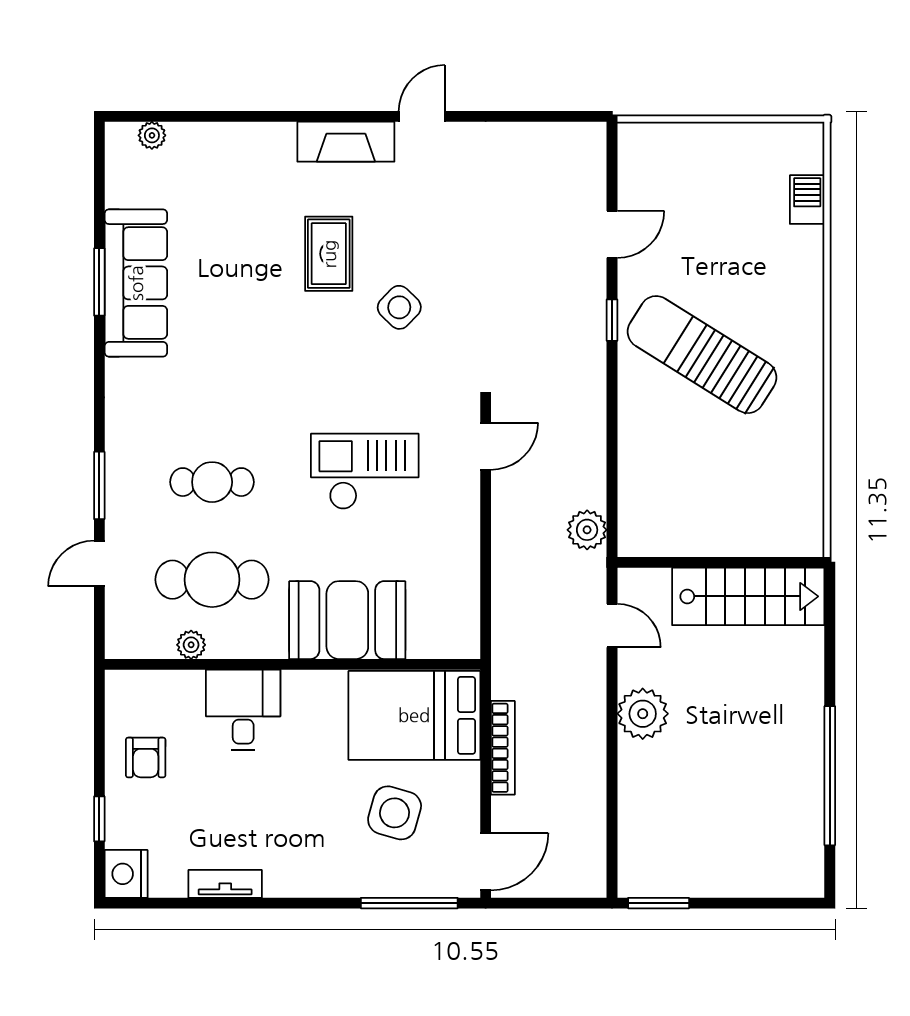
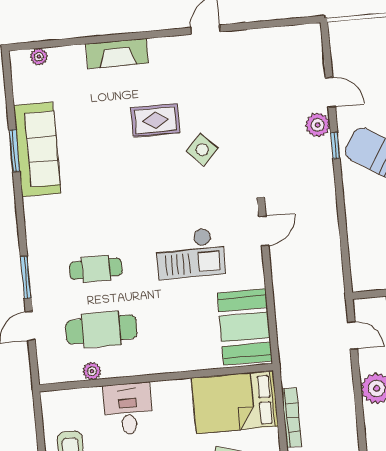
fireplace: (346, 142) -> (117, 54), moved
door: (612, 234) -> (330, 92), hinge flipped
rug: (329, 254) -> (155, 120), turned 90
checkout: (365, 471) -> (190, 253), turned 180
plant: (587, 530) -> (318, 125), moved
booth: (347, 620) -> (245, 327), moved, turned 90

